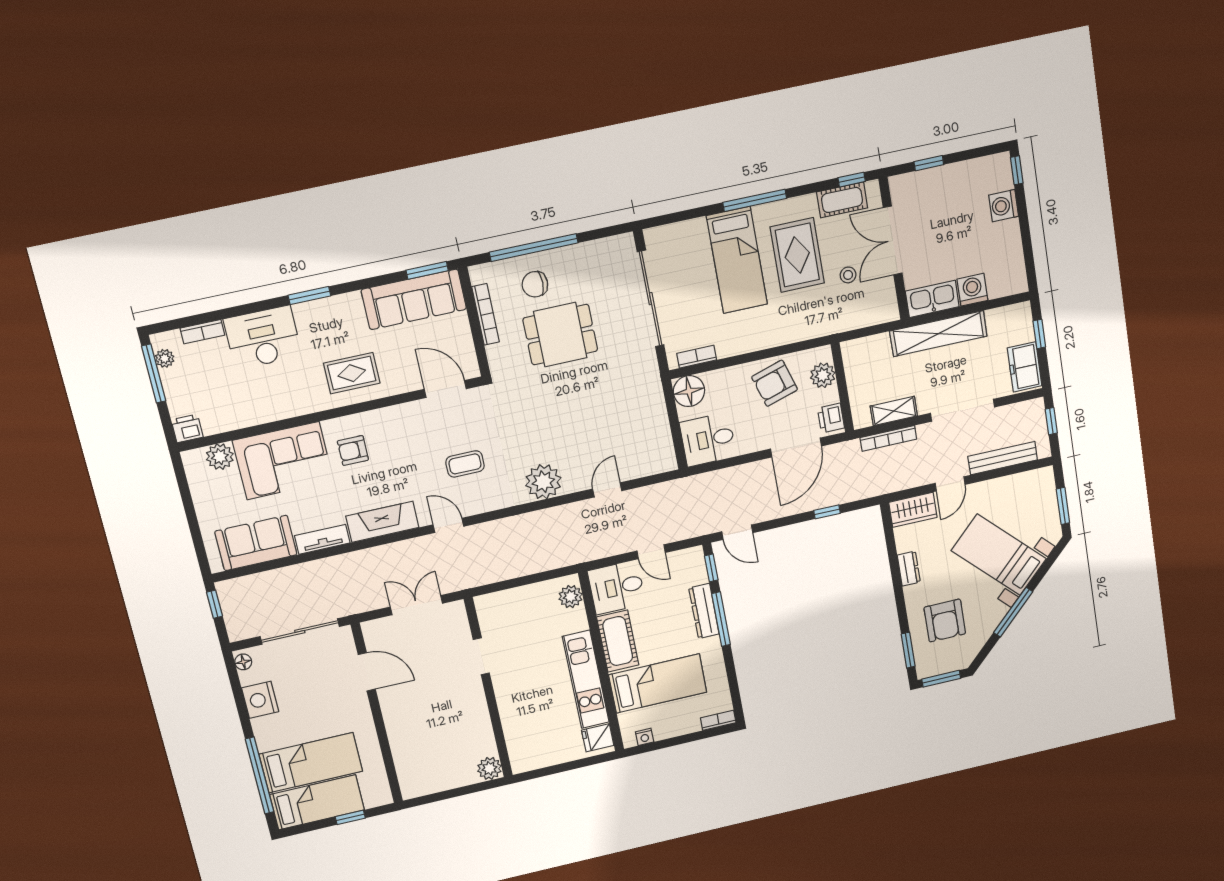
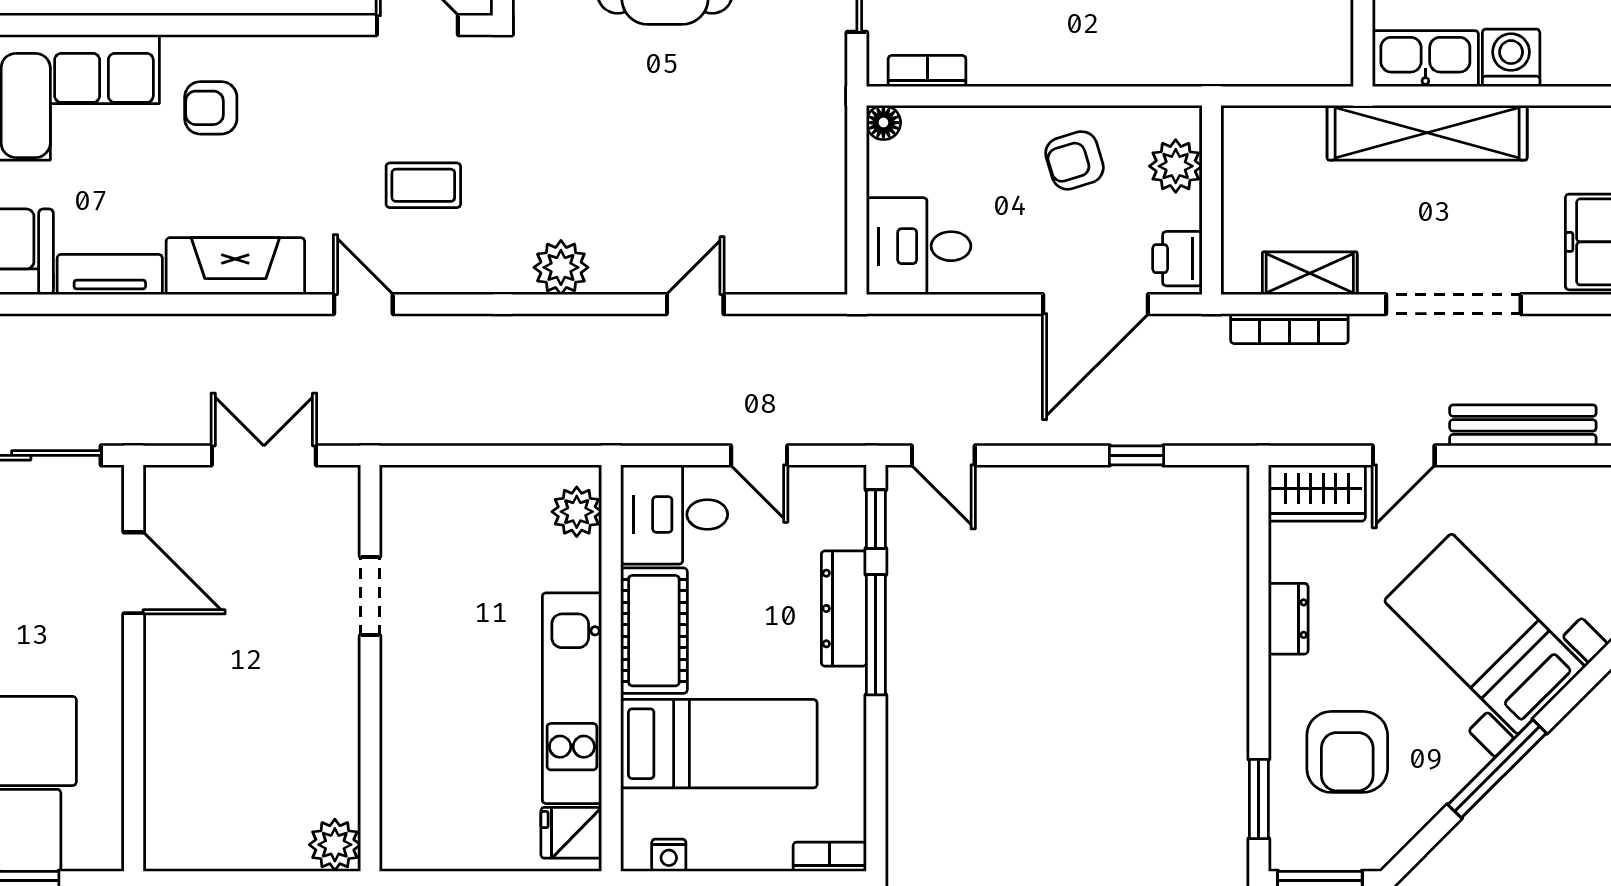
armchair: (775, 383) -> (1074, 160), width x0.72, depth x0.72
floor lamp: (689, 391) -> (883, 123), width x0.53, depth x0.53
plant: (543, 482) -> (561, 267), width x0.73, depth x0.73

